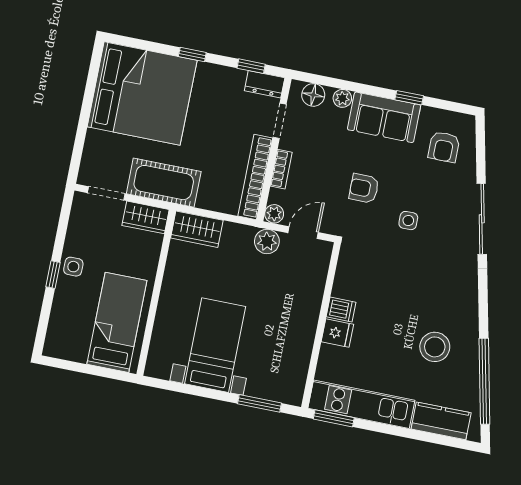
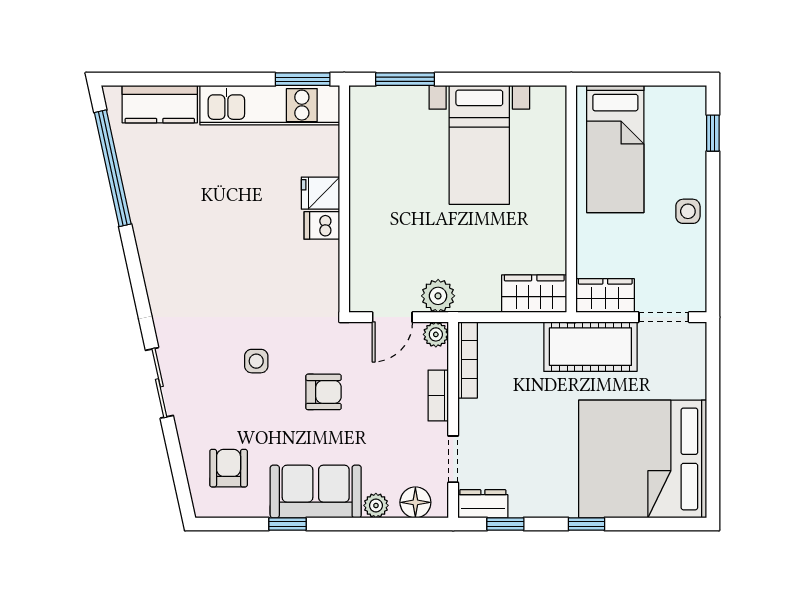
bookcase: (255, 177) -> (468, 360), width x0.68, depth x0.76
sliding door: (482, 219) -> (159, 383), width x0.73
window: (53, 275) -> (713, 133), moved
stool: (435, 347) -> (188, 201), removed

